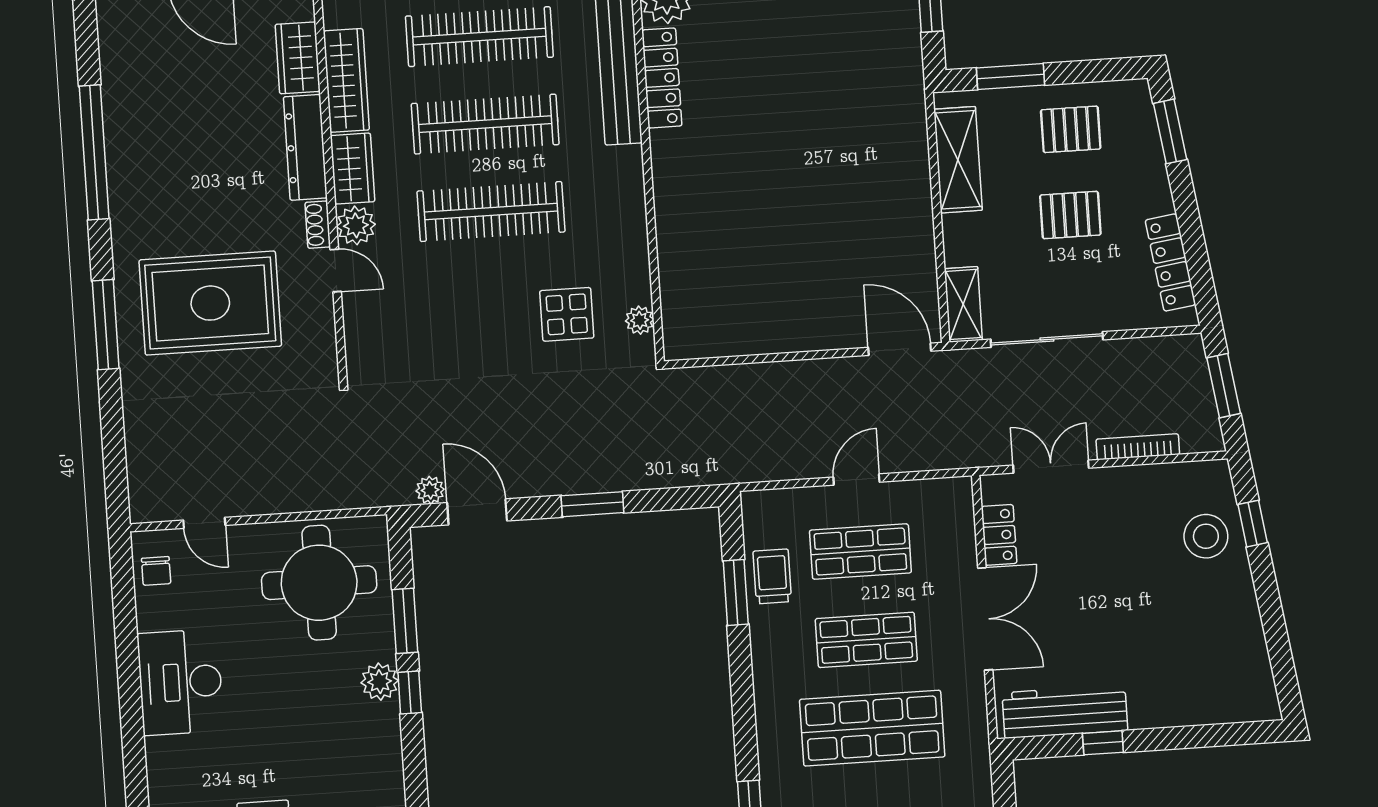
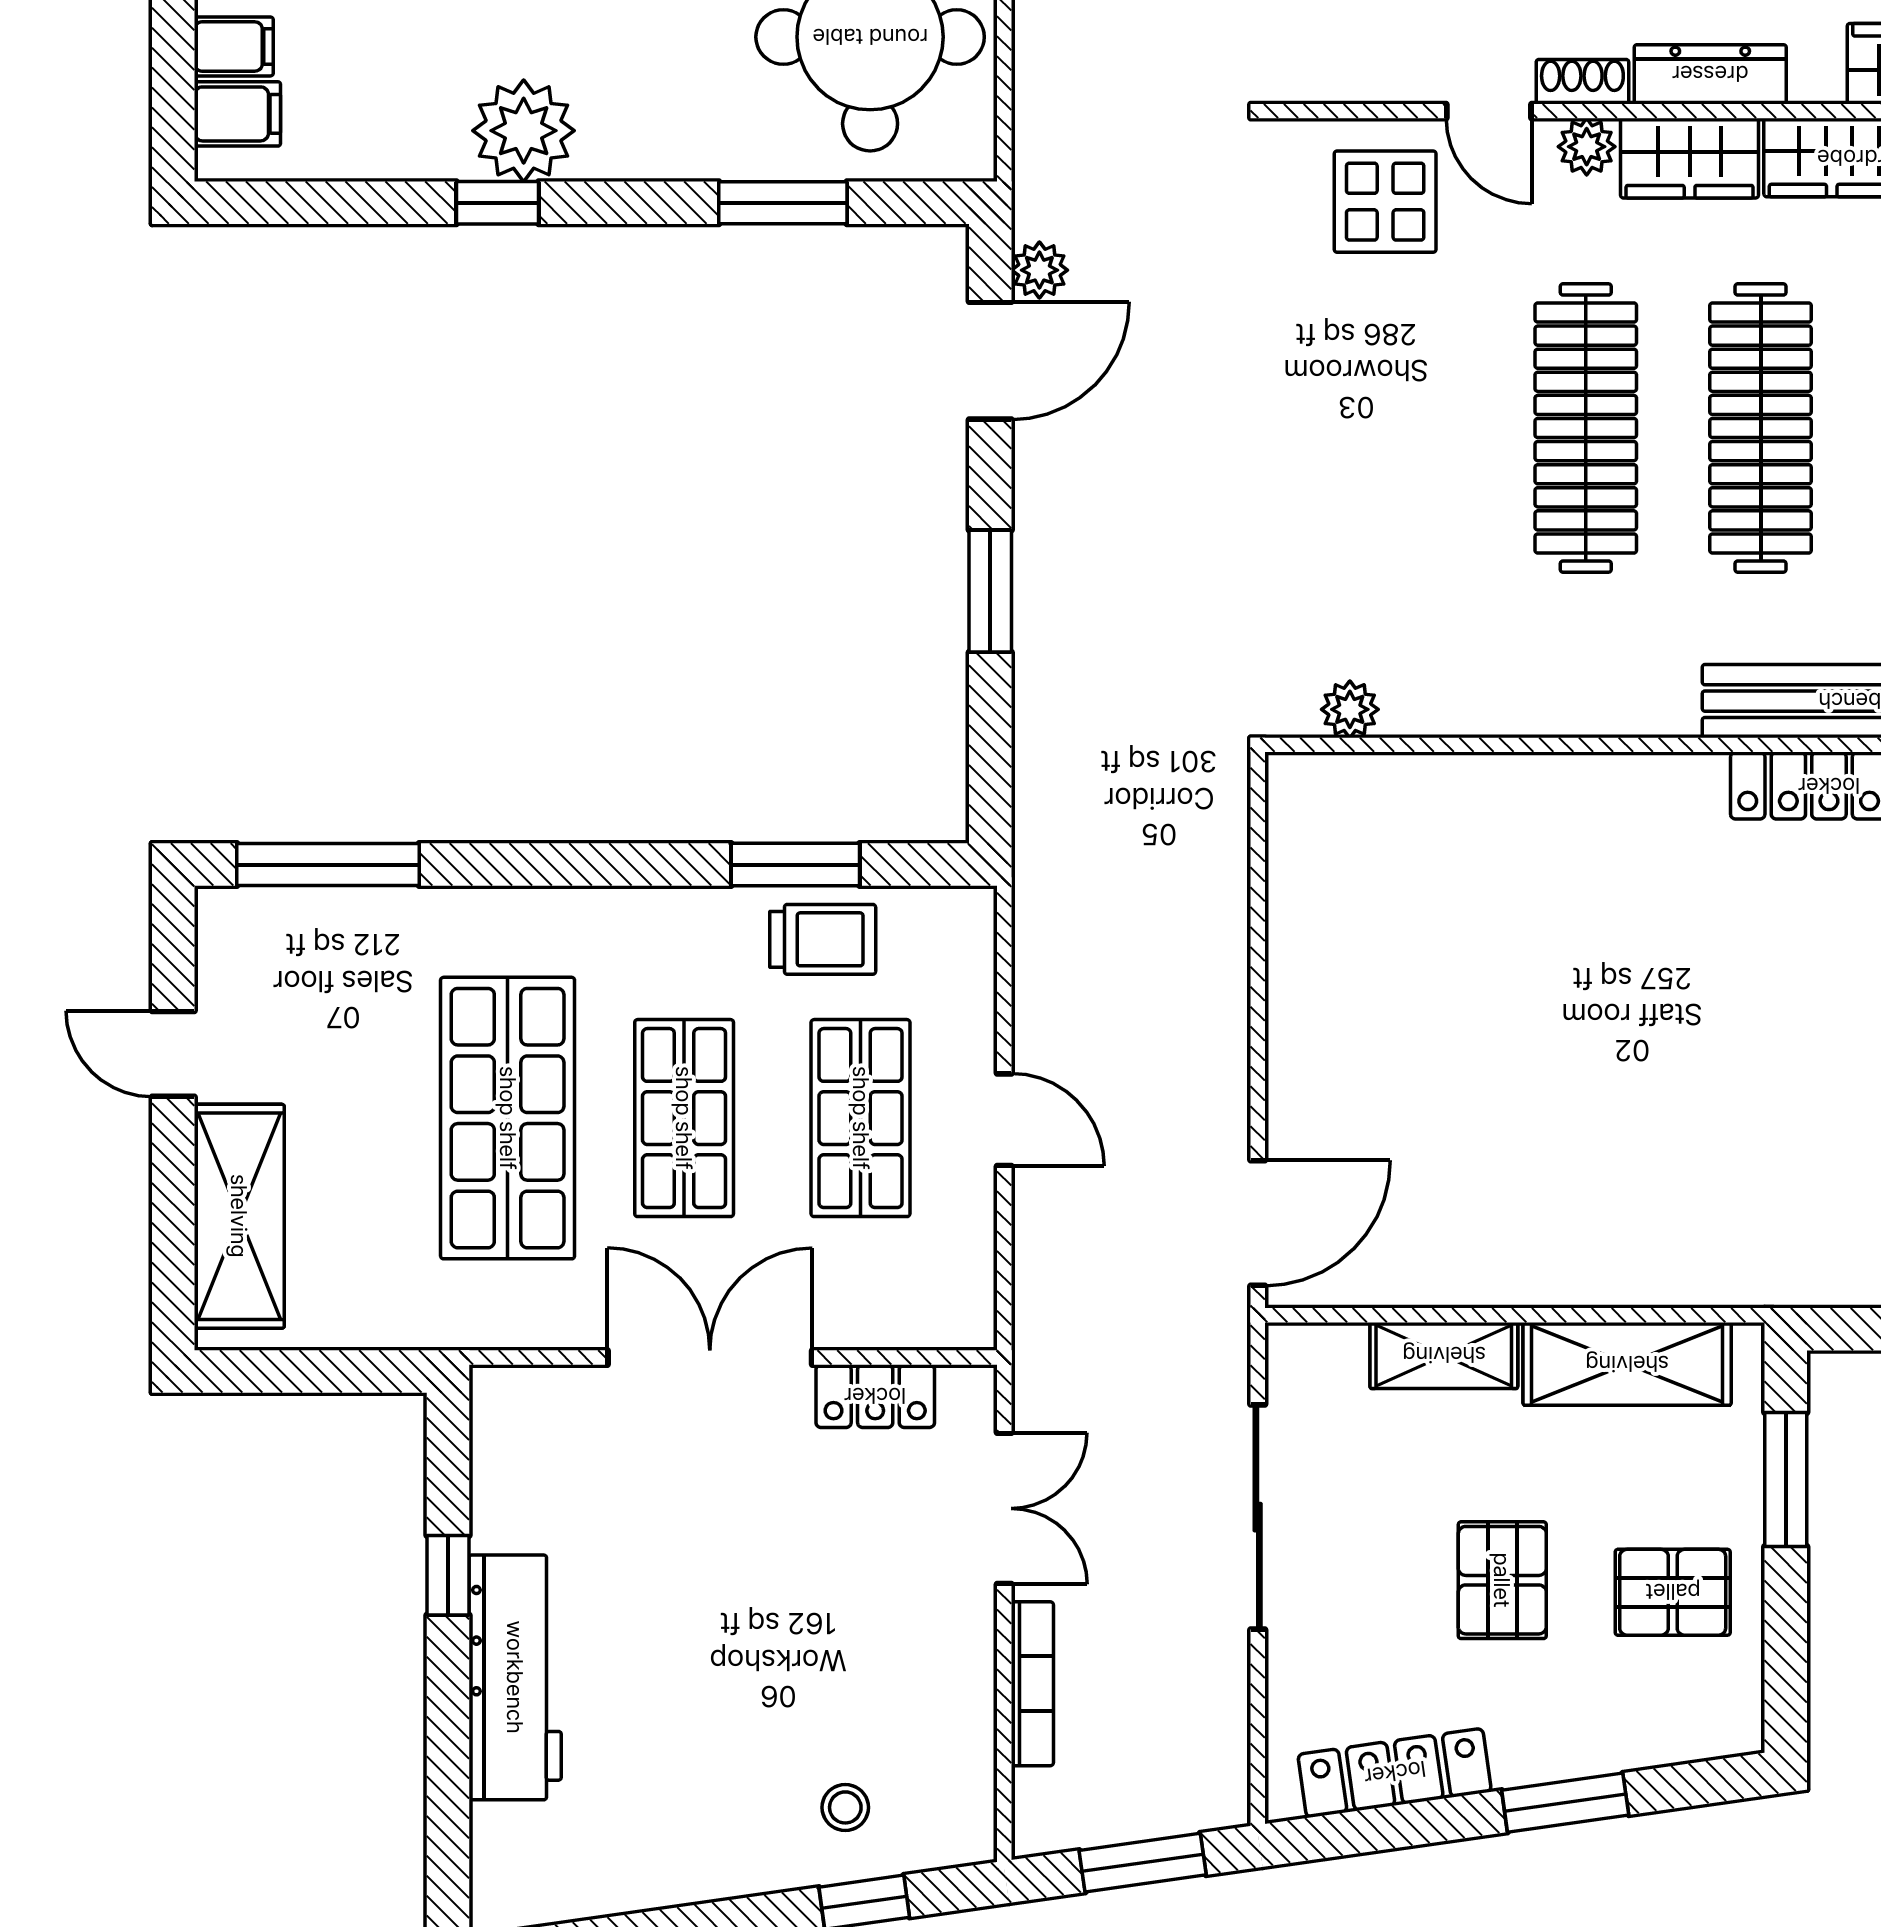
pallet: (1071, 129) -> (1673, 1592), turned 90
window: (1170, 131) -> (1565, 1803), moved
dresser: (305, 147) -> (1710, 74), width x0.73, depth x0.80
plant: (356, 225) -> (1587, 147), width x0.73, depth x0.73
door: (336, 271) -> (1489, 111), hinge flipped
shelving: (963, 304) -> (1444, 1355), moved
display table: (567, 314) -> (1385, 202), moved
stool: (1206, 536) -> (845, 1807), width x0.53, depth x0.53
double door: (985, 619) -> (710, 1357), swing flipped
plant: (380, 682) -> (524, 131), moved, width x1.36, depth x1.36
window: (410, 693) -> (497, 203), moved
workbench: (1065, 712) -> (515, 1677), moved

